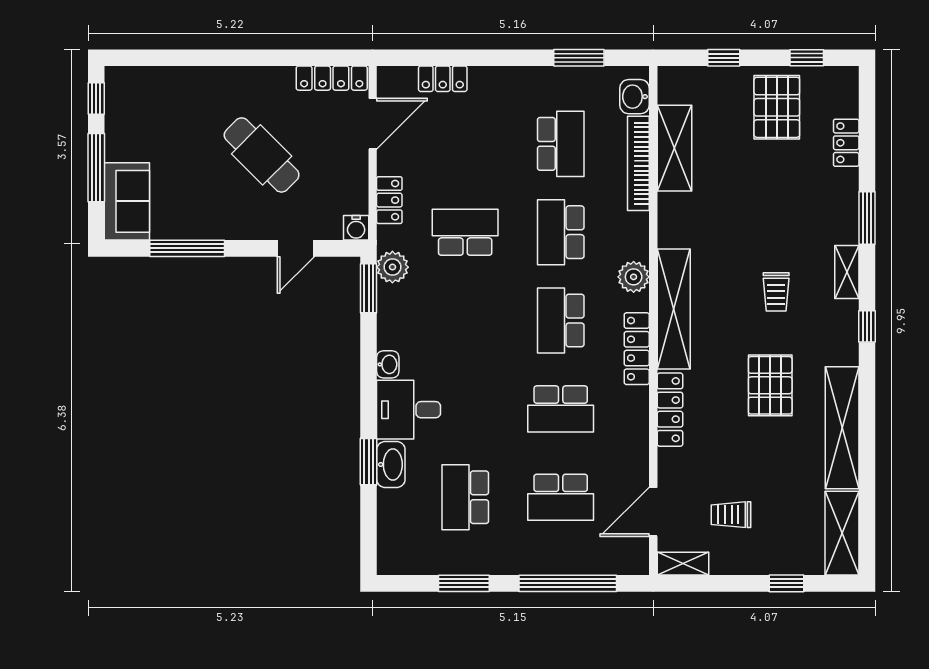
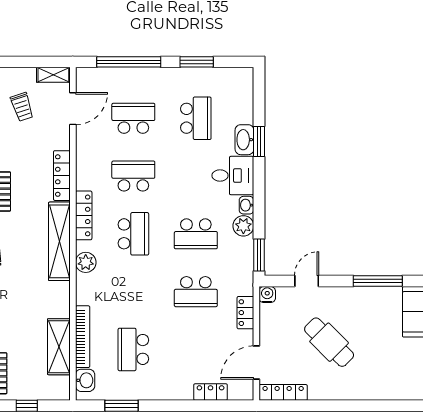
school desk: (561, 232) -> (196, 234), moved, turned 90
plant: (392, 267) -> (243, 226), moved
trolley: (731, 515) -> (22, 107), turned 72

